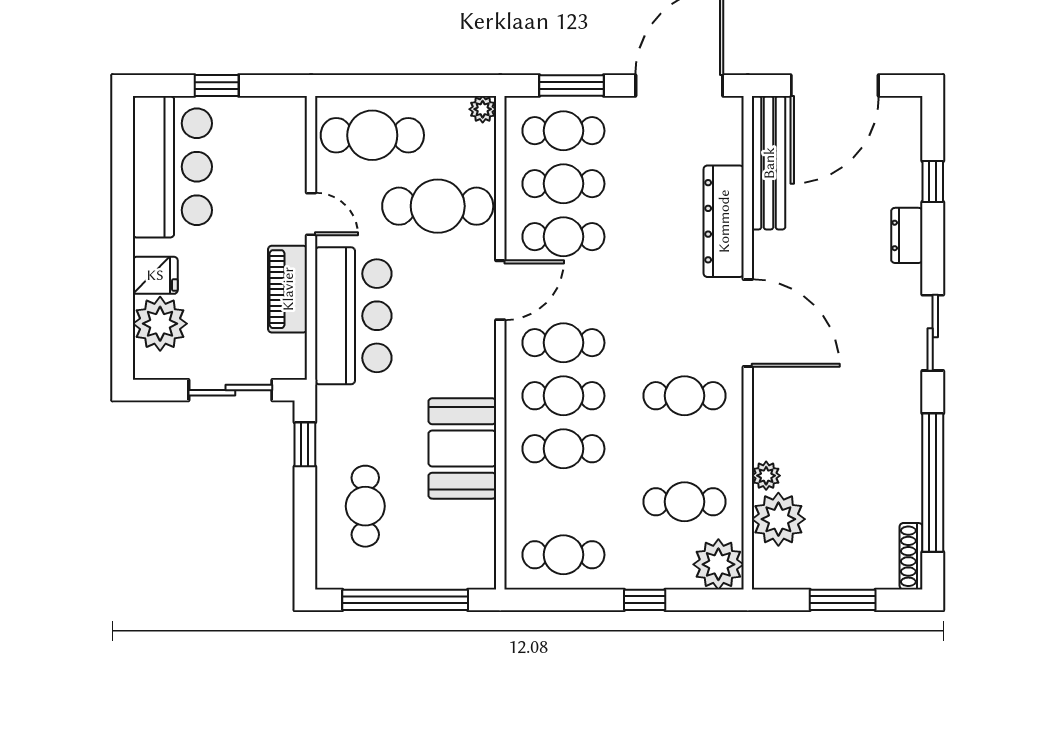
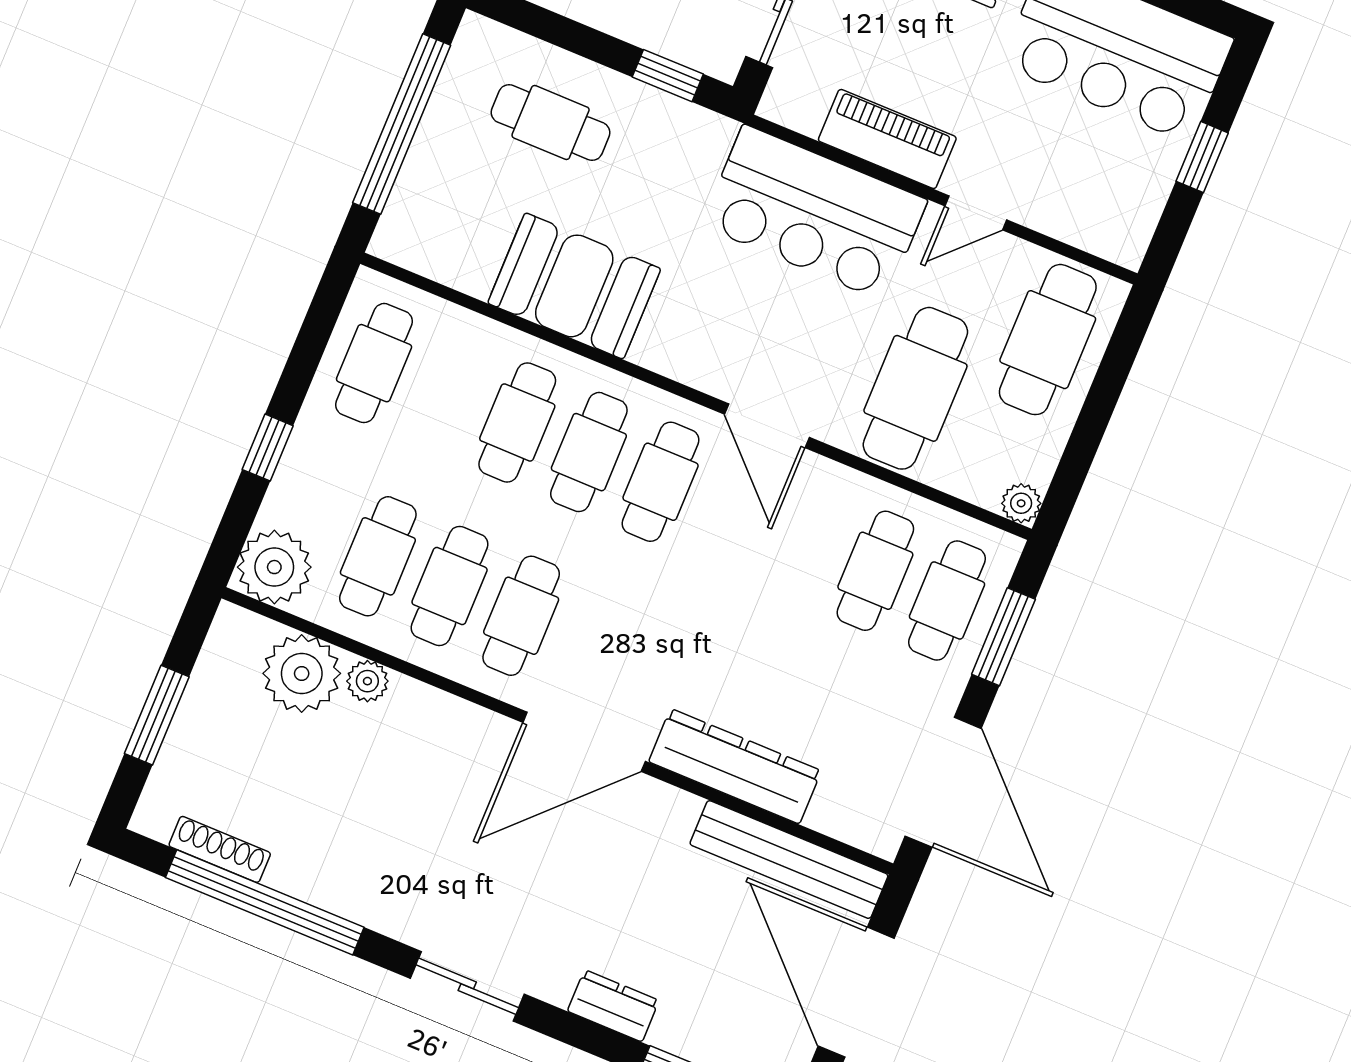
cafe table: (563, 237) -> (450, 586), moved
shoe rack: (911, 556) -> (220, 849), moved

